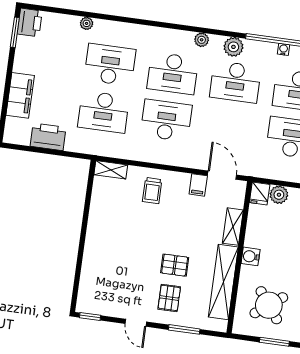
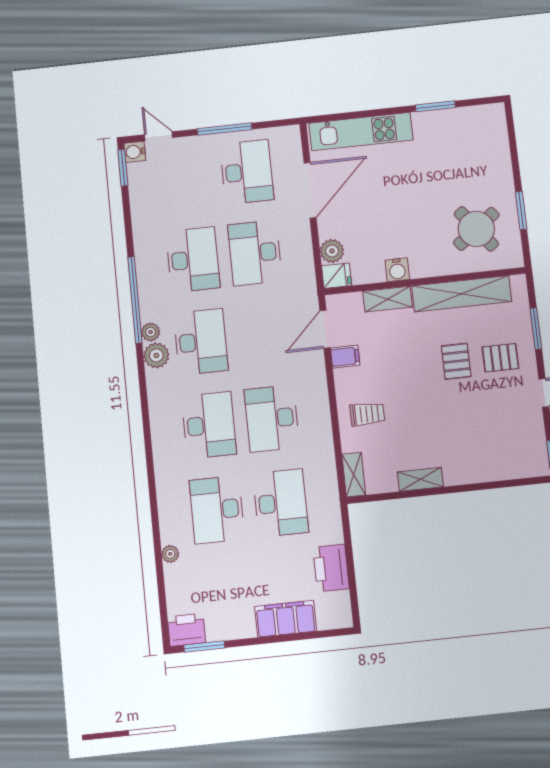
plant: (202, 40) -> (151, 332), moved
water cooler: (283, 49) -> (145, 291), removed
shelving: (95, 217) -> (420, 479), added
water cooler: (251, 256) -> (397, 270), moved

